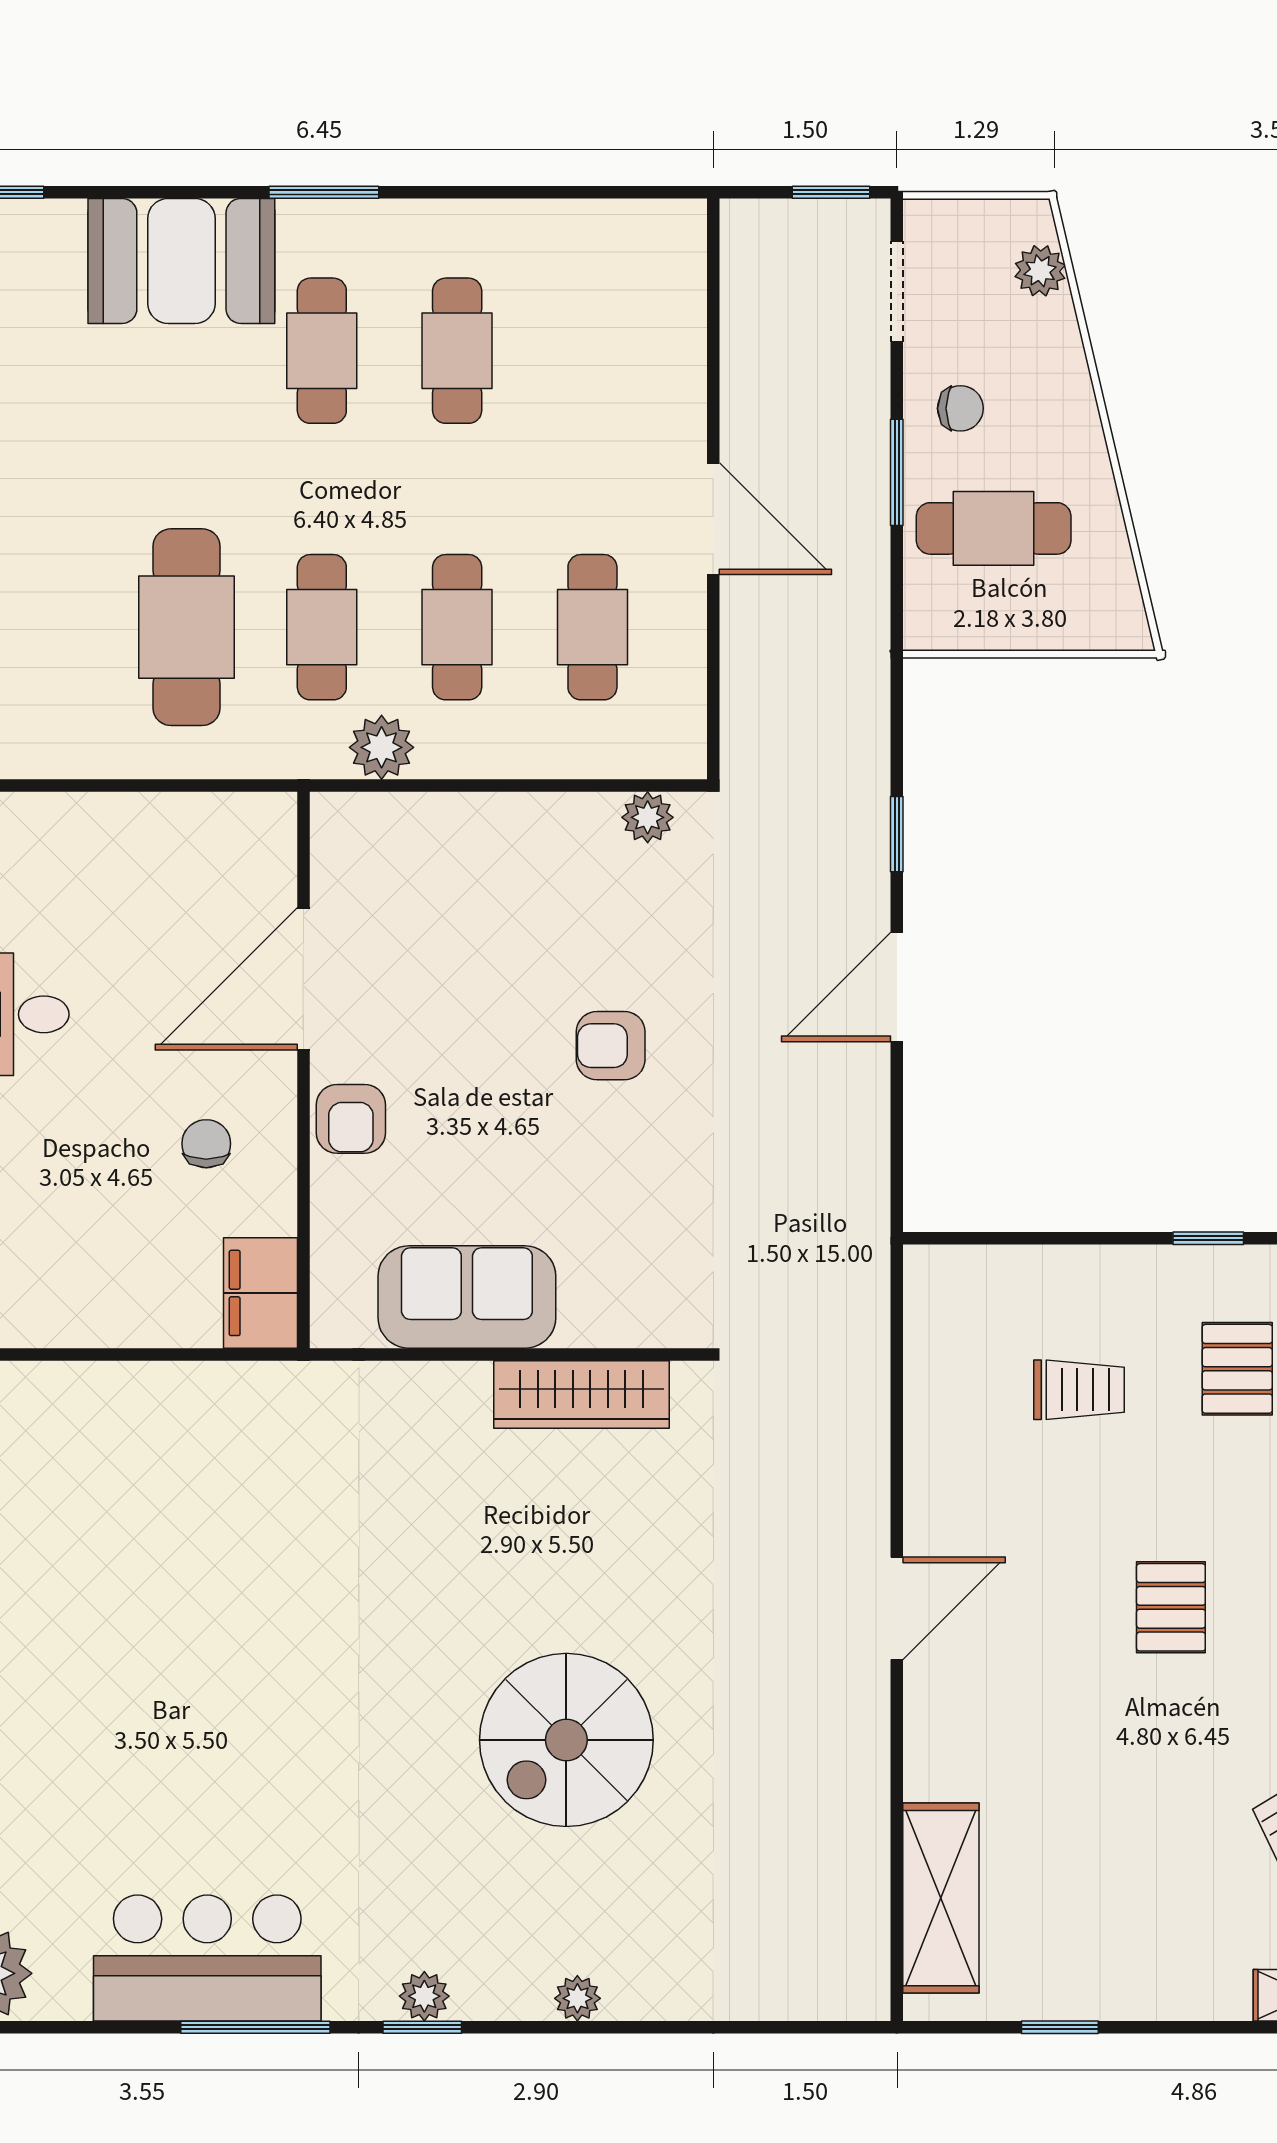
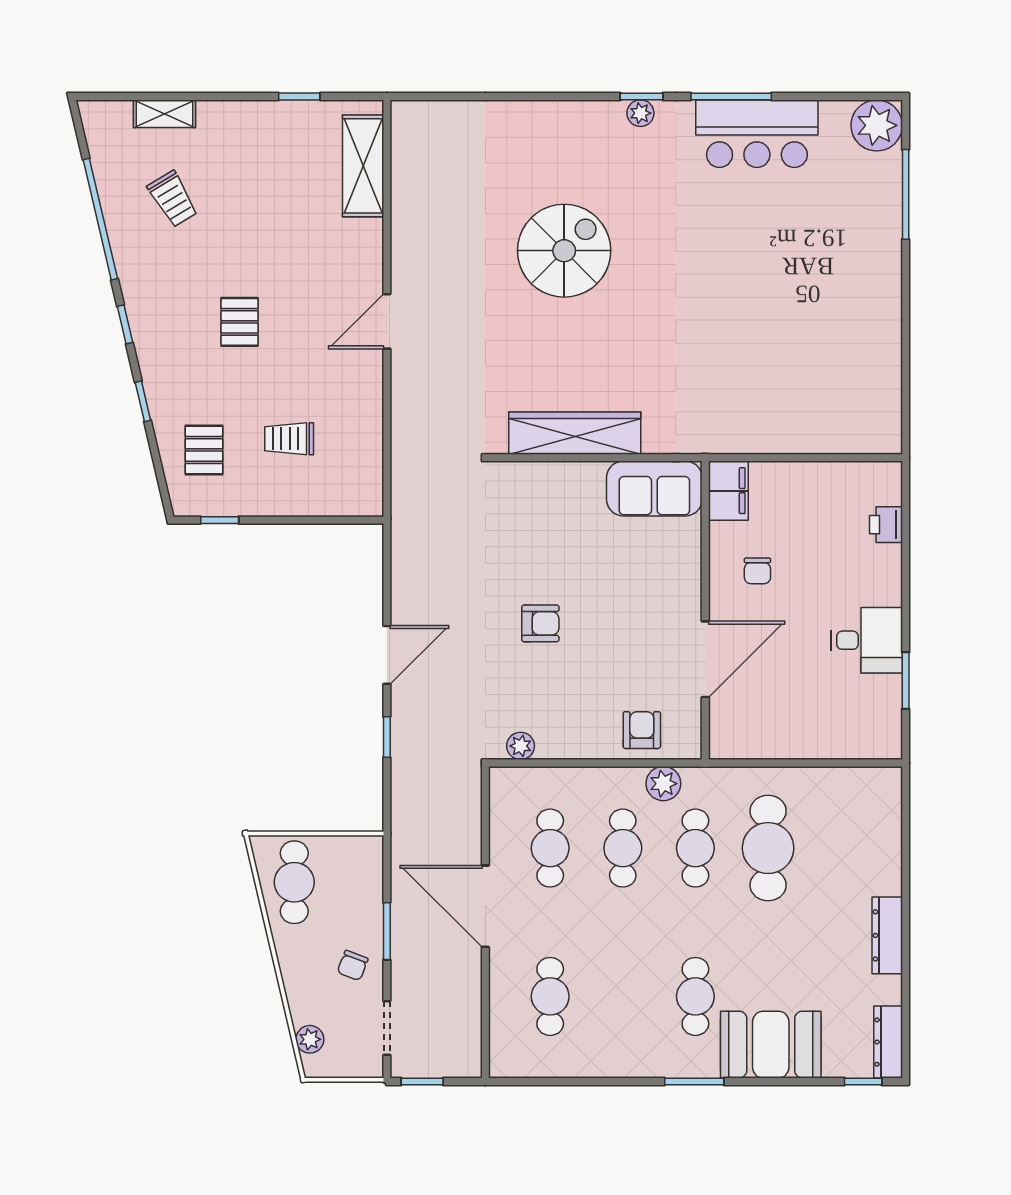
cafe table: (457, 351) -> (550, 996), moved
chair: (960, 408) -> (353, 965), turned -69
door: (713, 519) -> (485, 906), width x1.36
cafe table: (994, 528) -> (294, 882), moved, turned 90
armchair: (351, 1119) -> (642, 730), moved
sofa: (467, 1297) -> (654, 488), moved
wardrobe: (582, 1394) -> (575, 433), width x1.40, depth x1.17
plant: (577, 1998) -> (558, 112), removed

